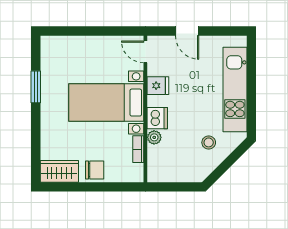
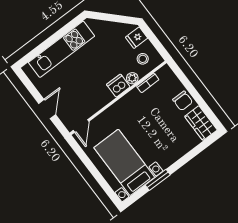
fridge: (158, 86) -> (137, 38), moved, turned -90
bed with nightstands: (106, 103) -> (124, 162), moved, turned 180
stool: (209, 142) -> (143, 59), moved
chair: (95, 170) -> (183, 101), turned 180

